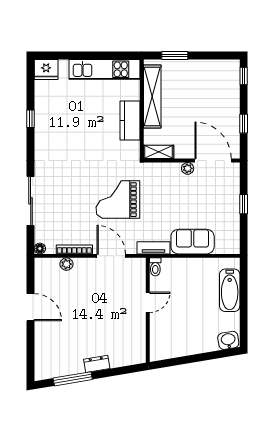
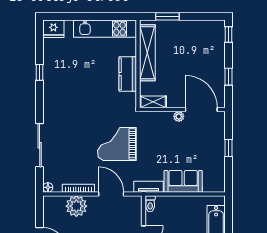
plant: (66, 264) -> (76, 206), width x1.88, depth x1.88

